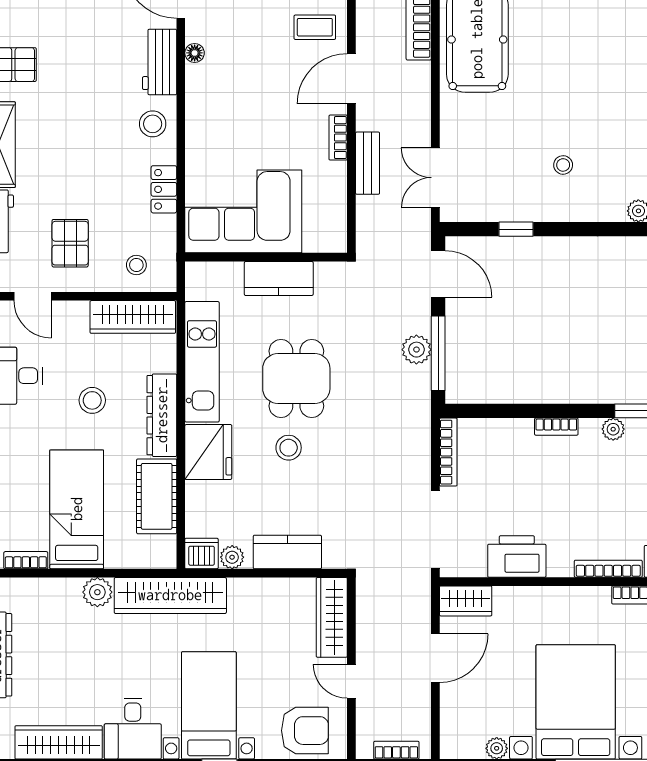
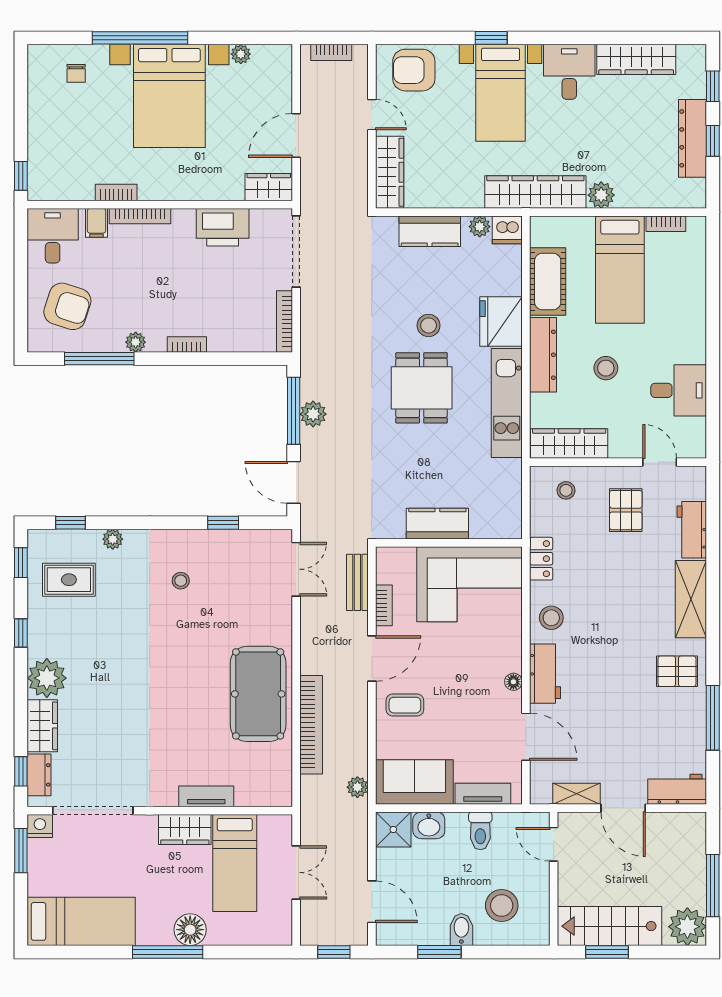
corner sofa: (243, 211) -> (469, 584), moved
wall: (266, 257) -> (449, 543), moved
kitchen counter: (279, 278) -> (437, 524), moved

